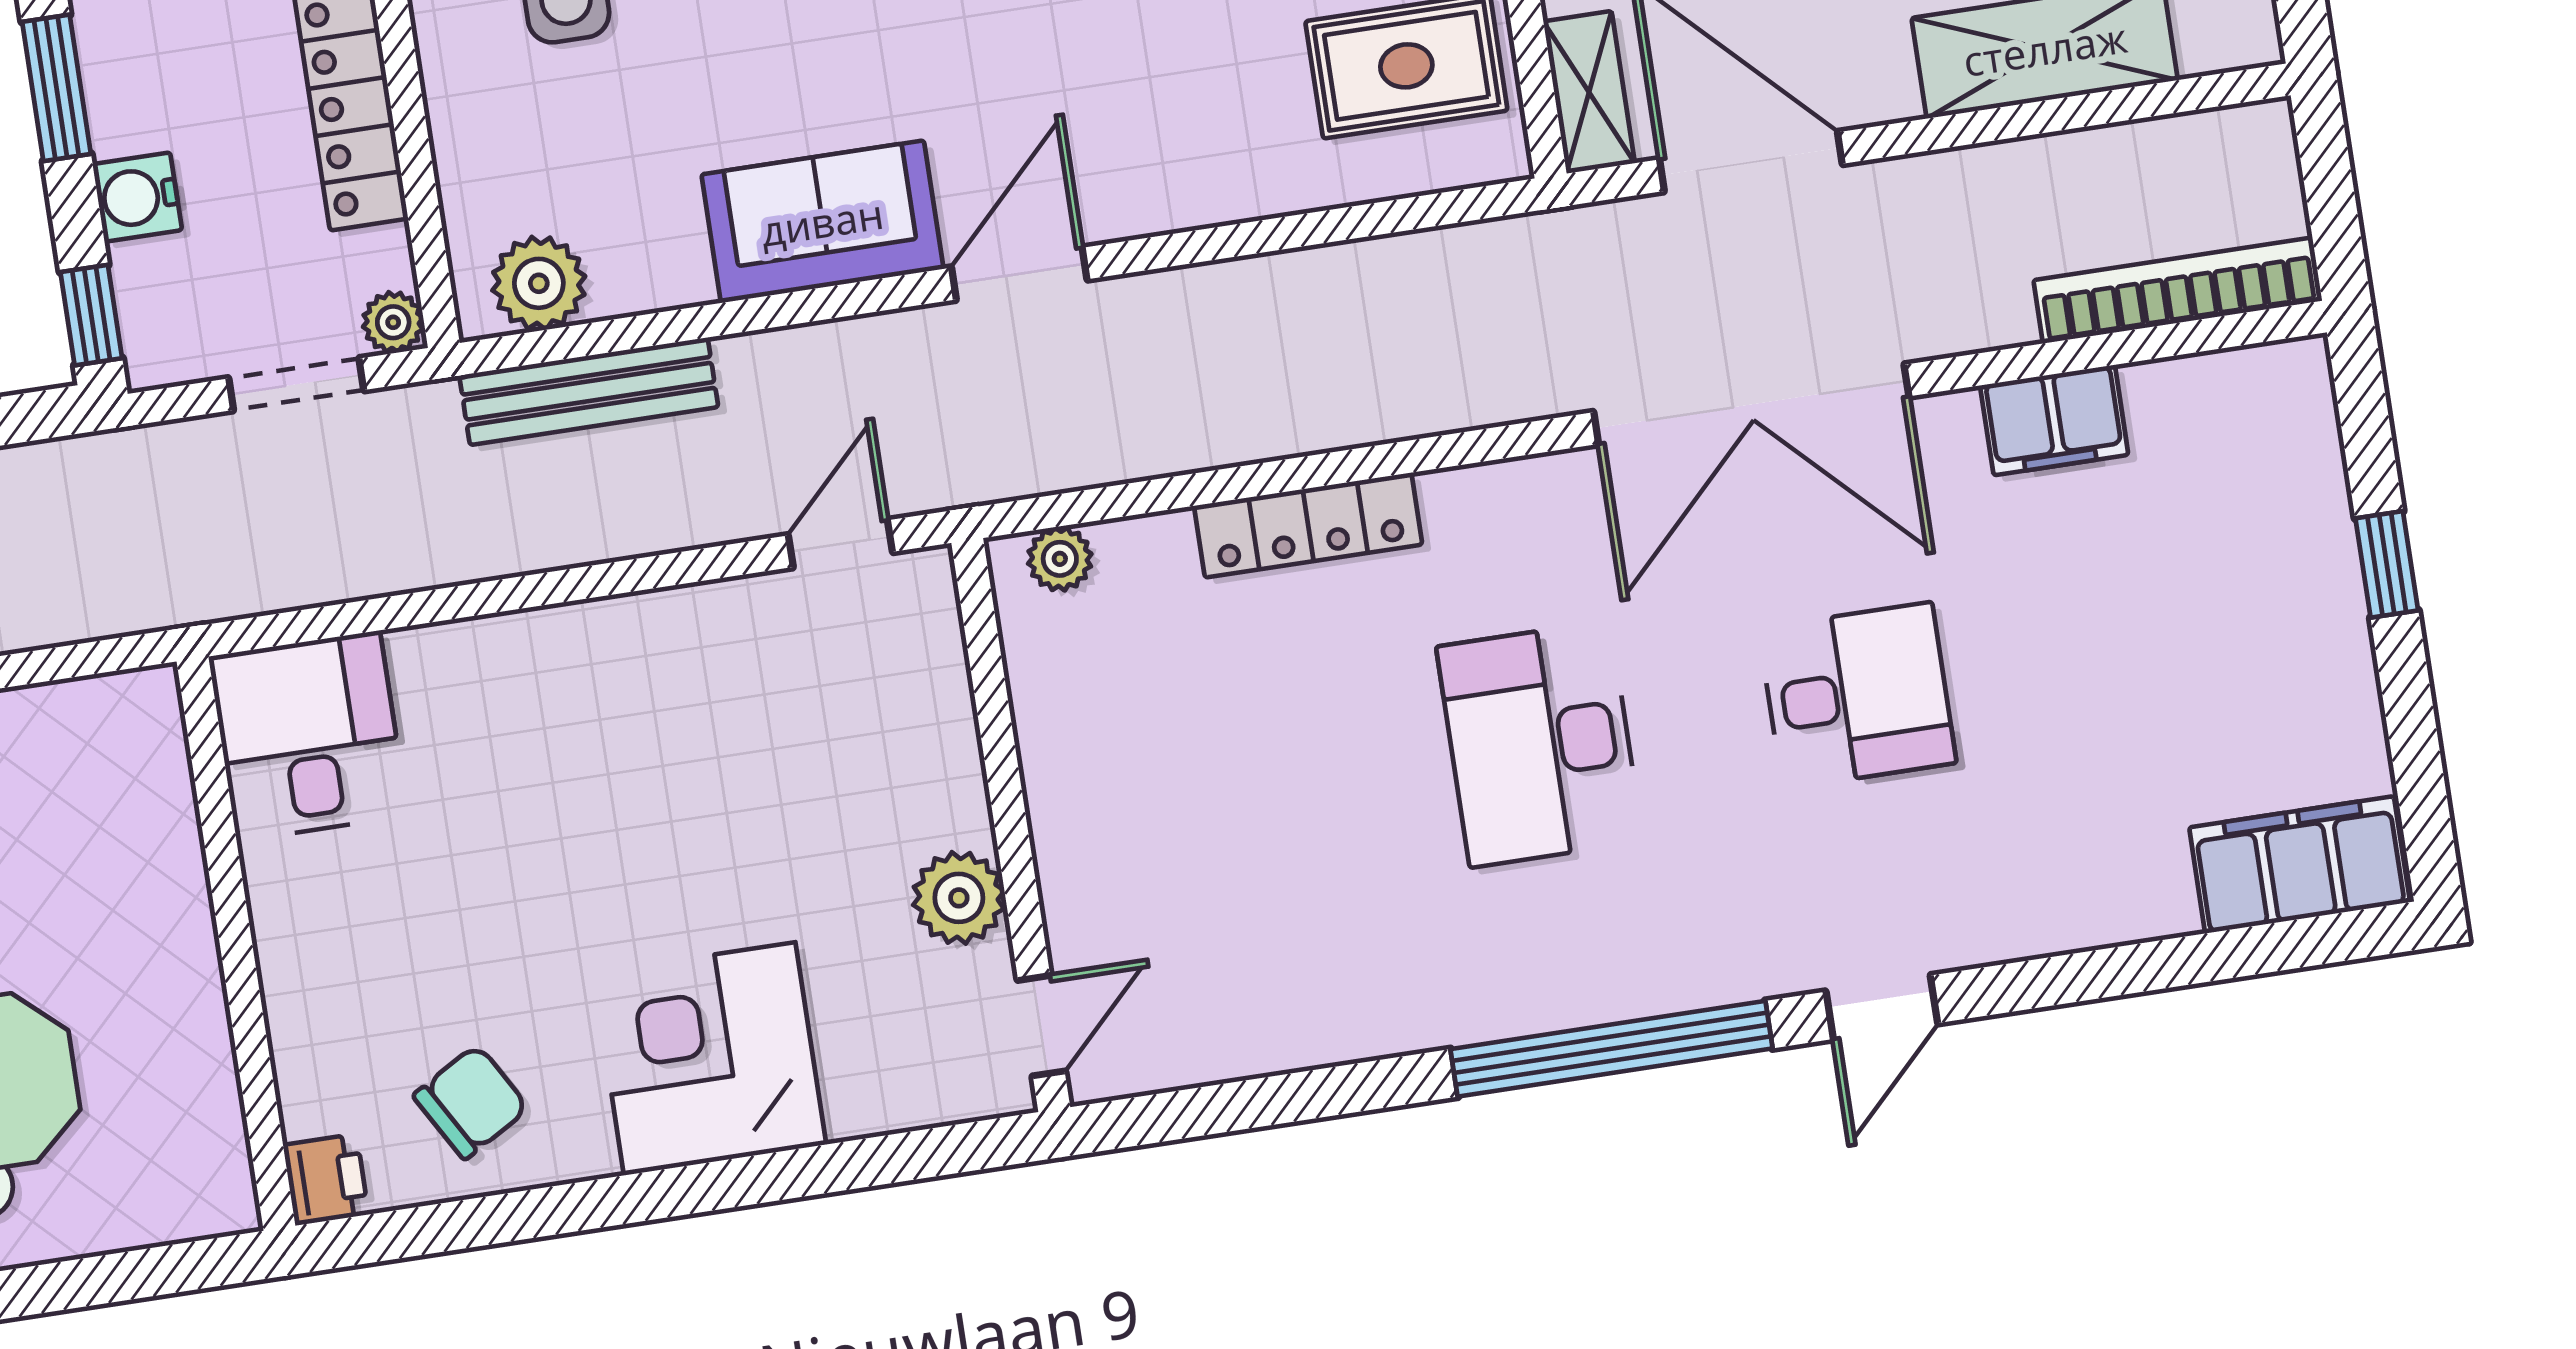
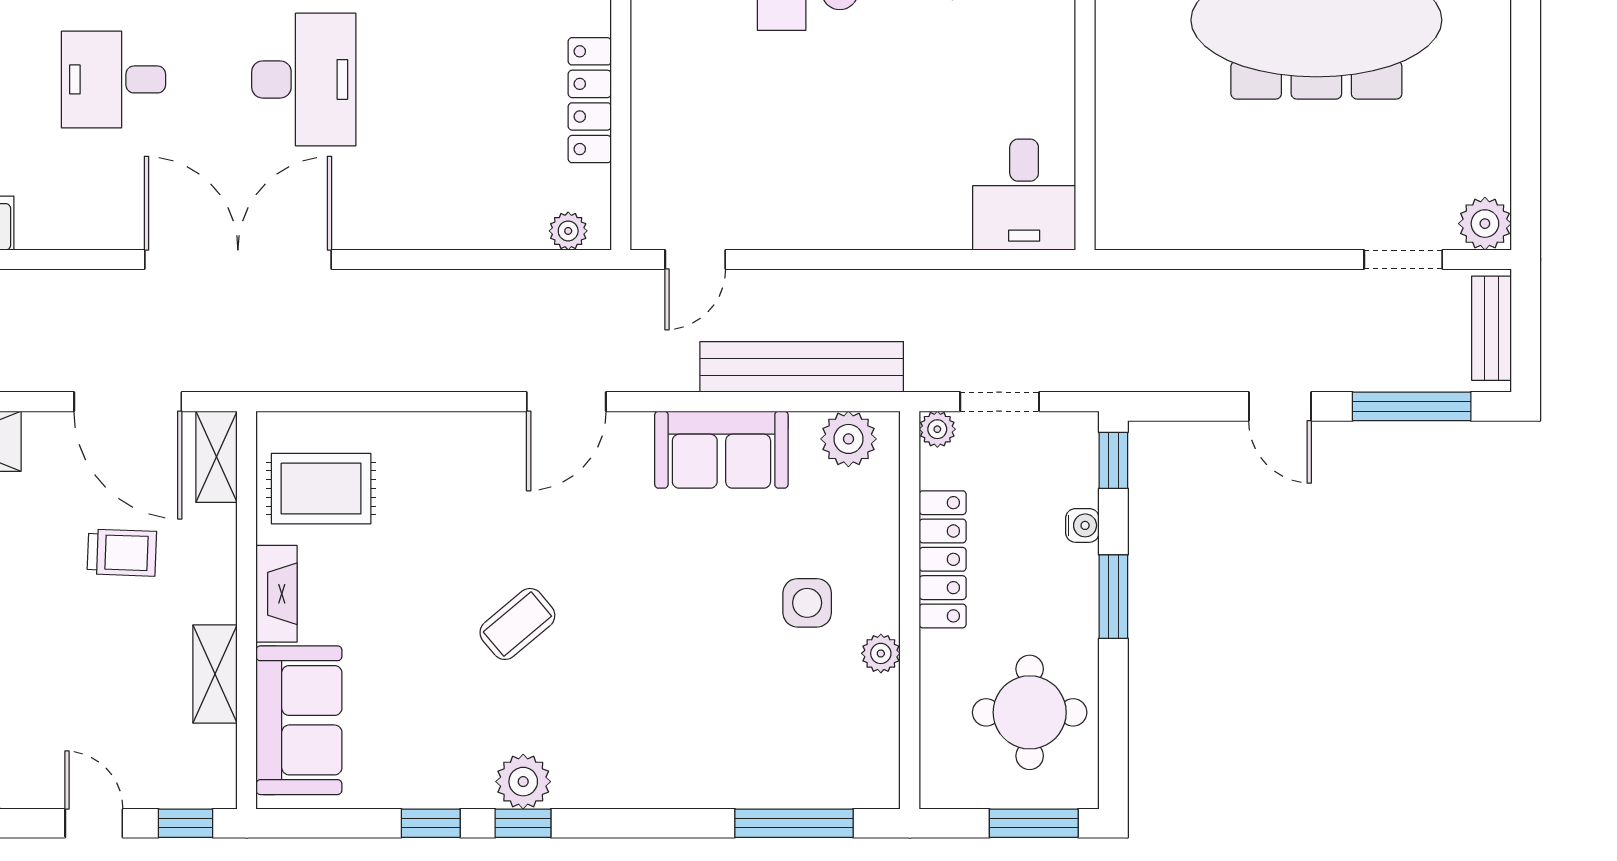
water cooler: (137, 197) -> (1082, 525), width x0.72, depth x0.72
sofa: (822, 222) -> (721, 450), moved
bench: (589, 391) -> (802, 367), width x1.37, depth x1.21
double door: (1751, 404) -> (238, 259), moved
locker: (1308, 525) -> (590, 100), moved, turned -90
plant: (959, 898) -> (658, 41), removed

